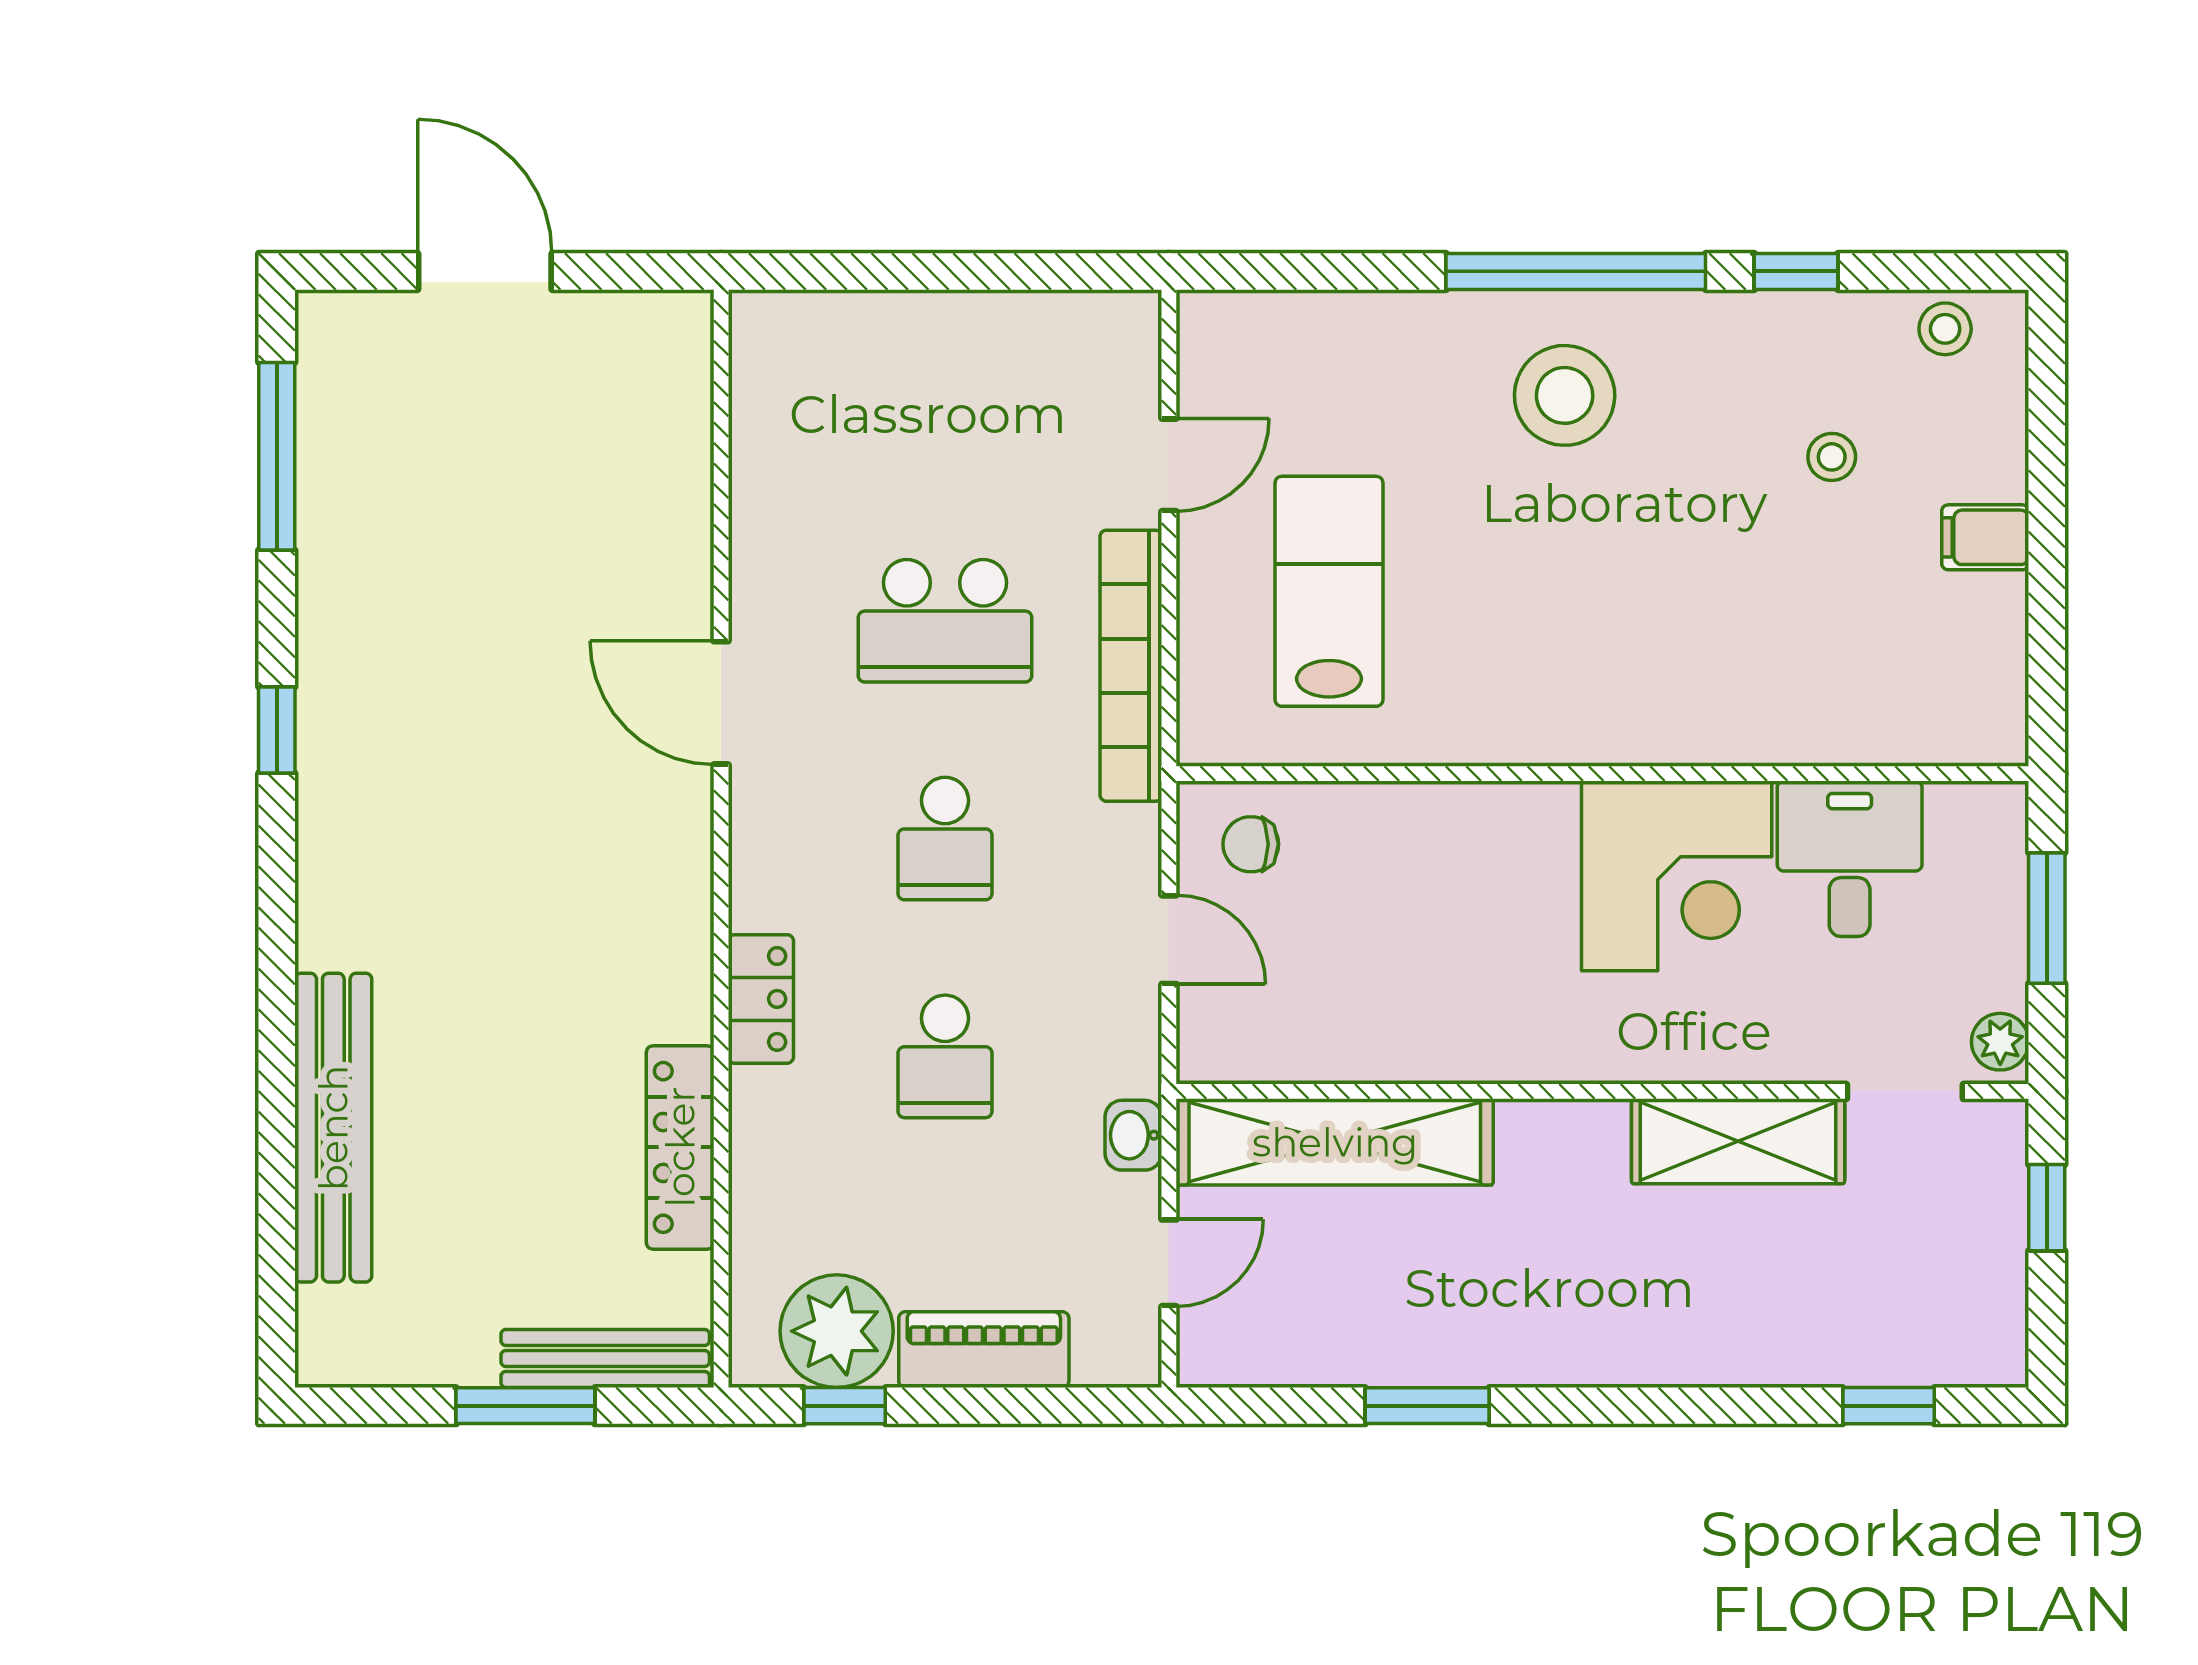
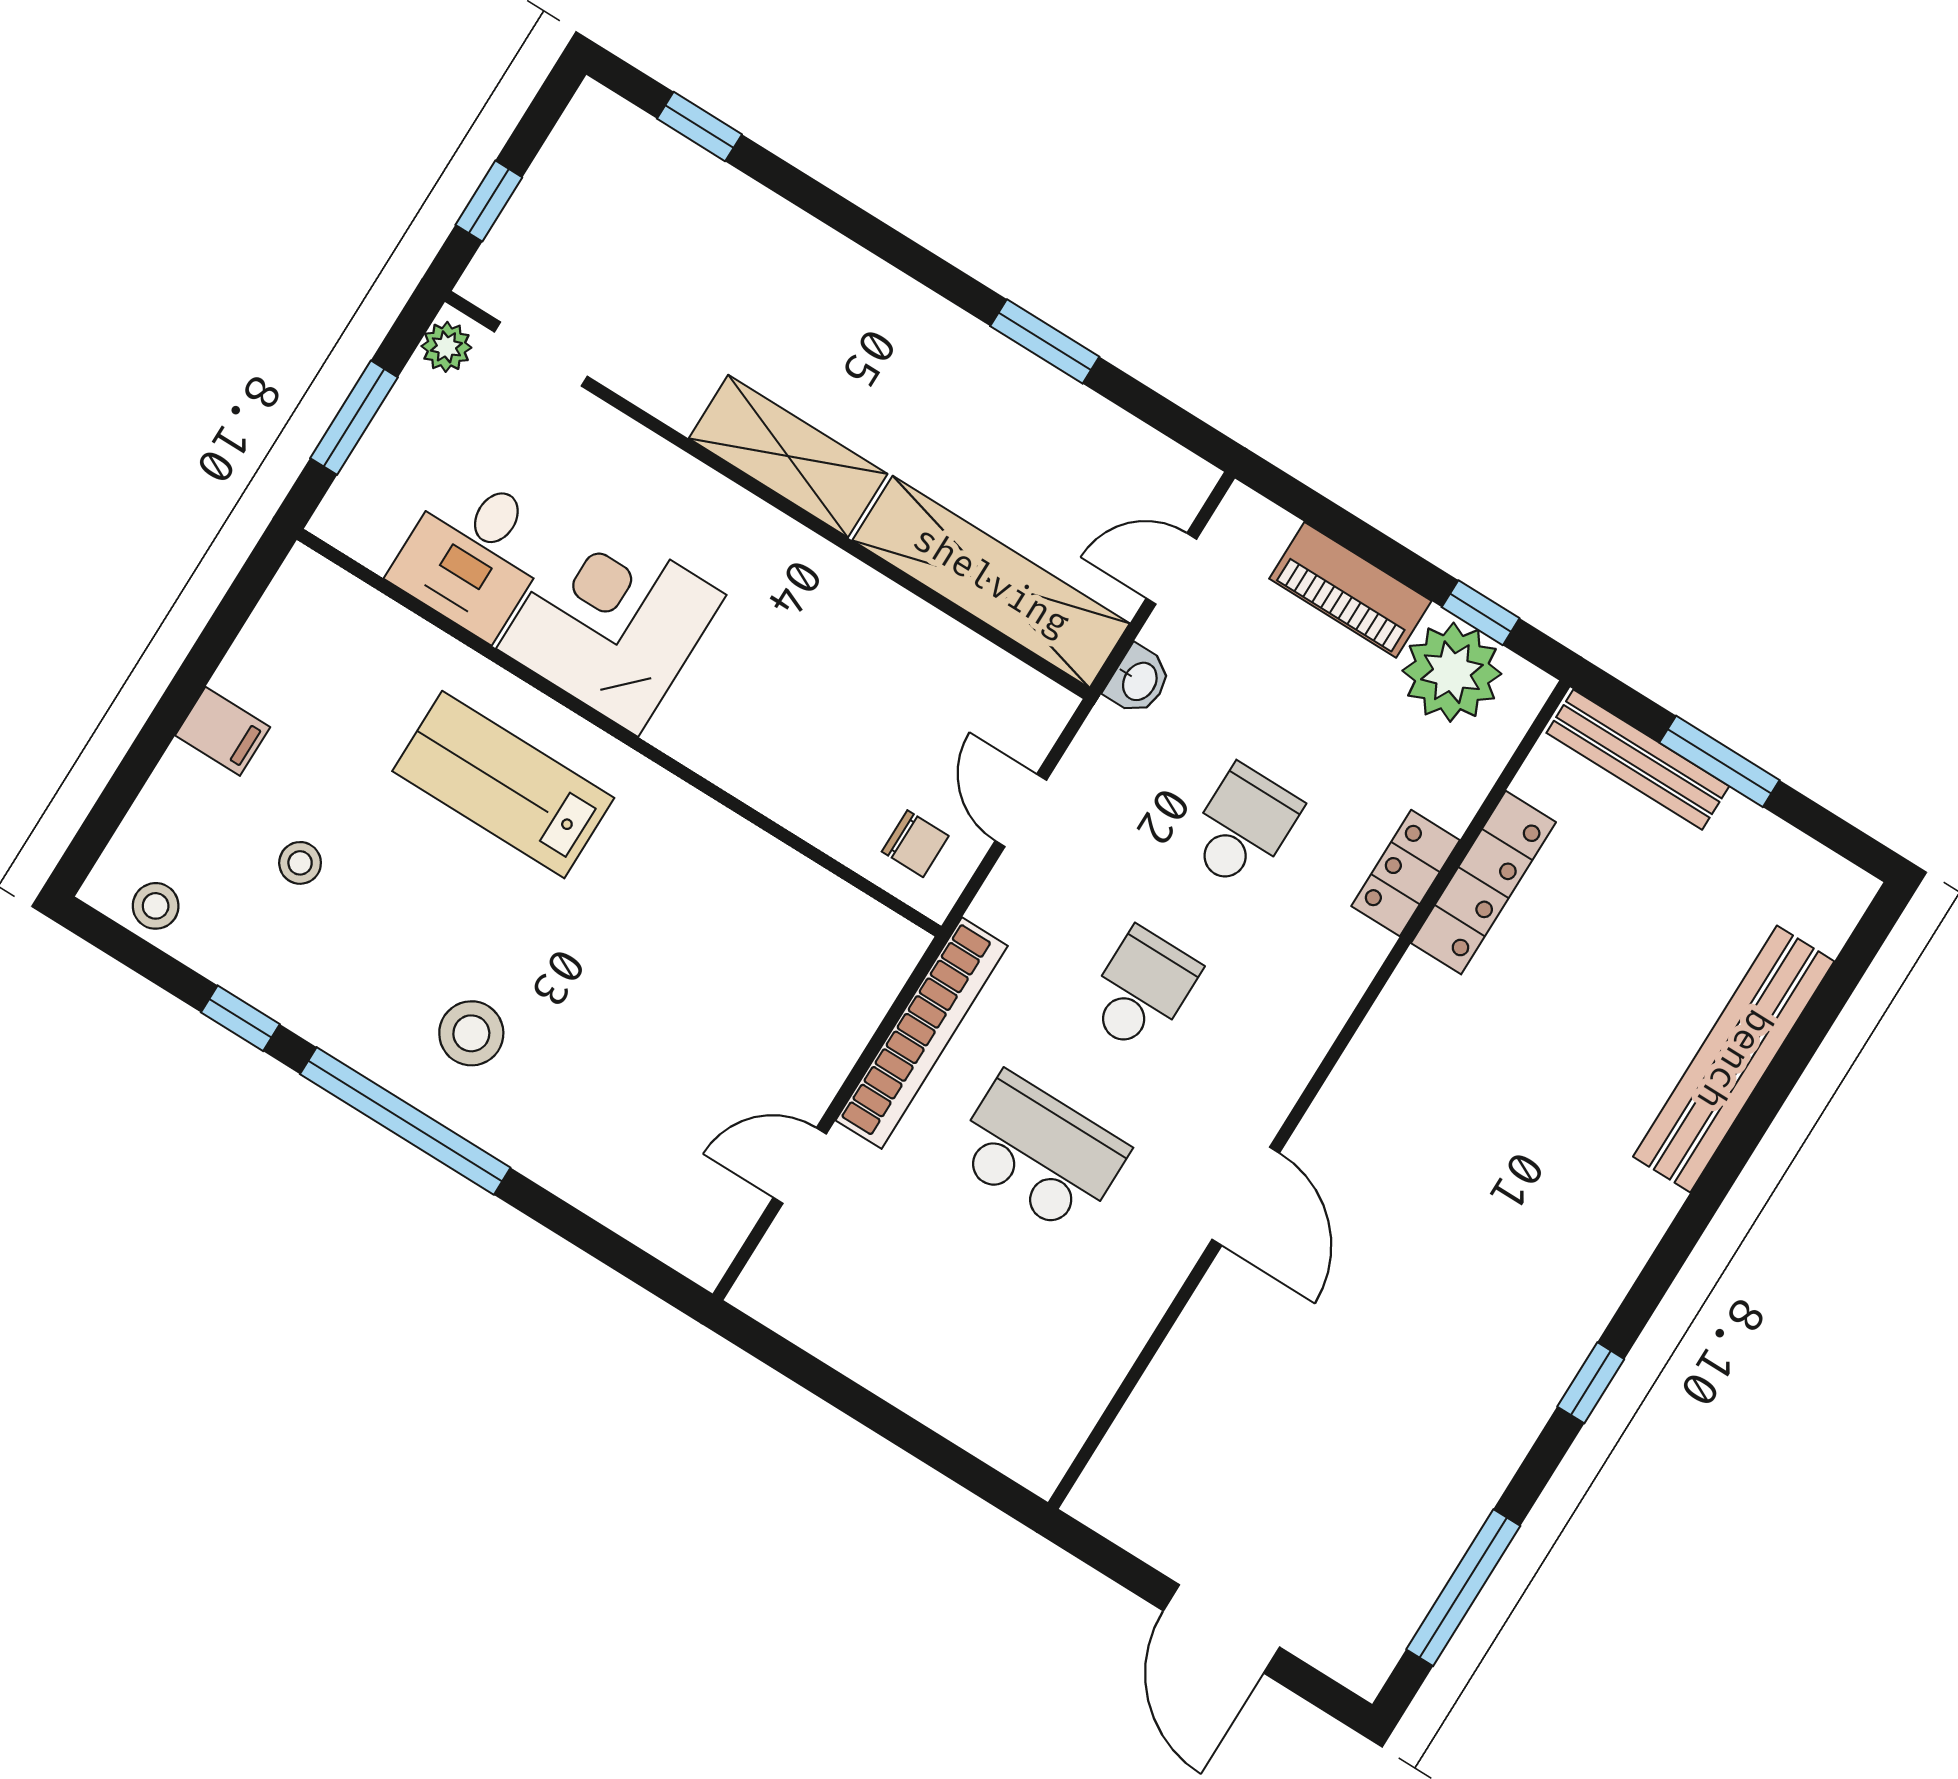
stool: (1565, 395) -> (471, 1033), width x0.73, depth x0.73
lab bench: (1329, 591) -> (503, 785), moved, turned 90
locker: (761, 999) -> (1406, 873), moved
shelving: (1738, 1141) -> (788, 456), moved

